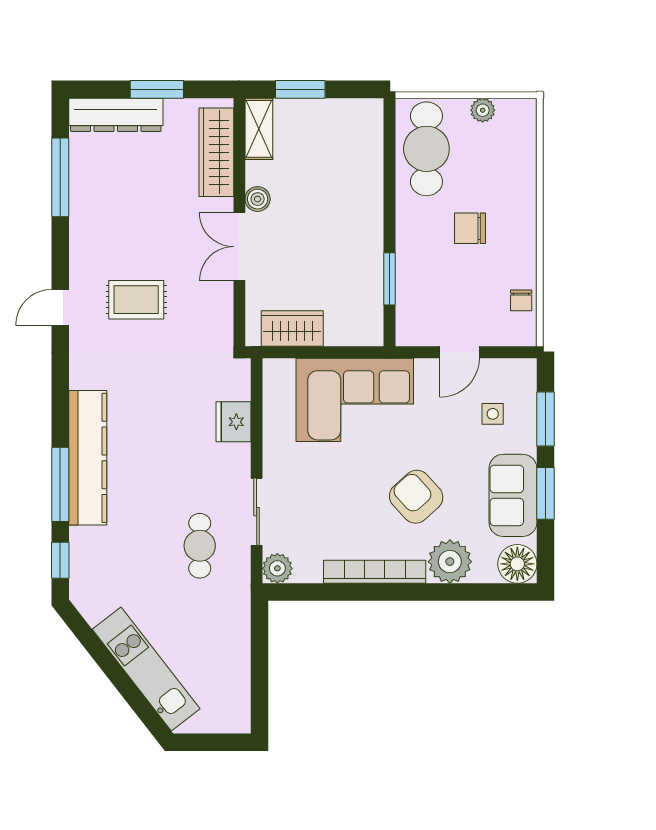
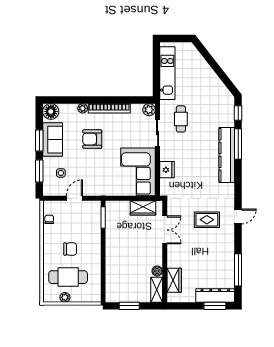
window: (157, 89) -> (215, 306), moved
window: (300, 89) -> (129, 306), moved
cafe table: (426, 149) -> (68, 277), moved, turned 90
wardrobe: (216, 152) -> (174, 280), width x0.67
boiler: (258, 199) -> (157, 271), moved
double door: (239, 247) -> (165, 230), moved
window: (389, 279) -> (103, 218), moved
corner sofa: (355, 400) -> (138, 172), moved, turned -90
armchair: (416, 497) -> (92, 139), turned 132
plant: (450, 562) -> (83, 108), width x0.53, depth x0.53
kitchen unit: (146, 669) -> (167, 73), moved, turned -142

